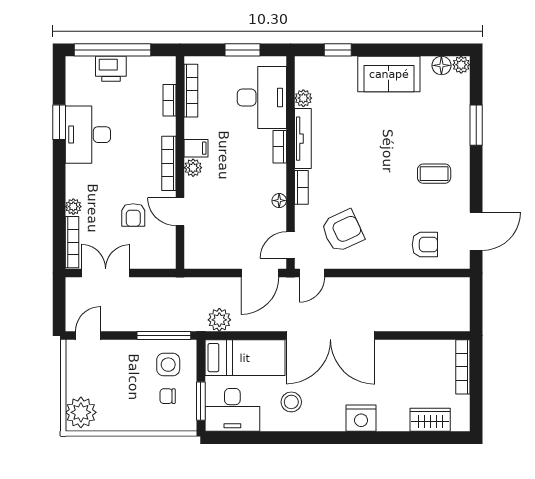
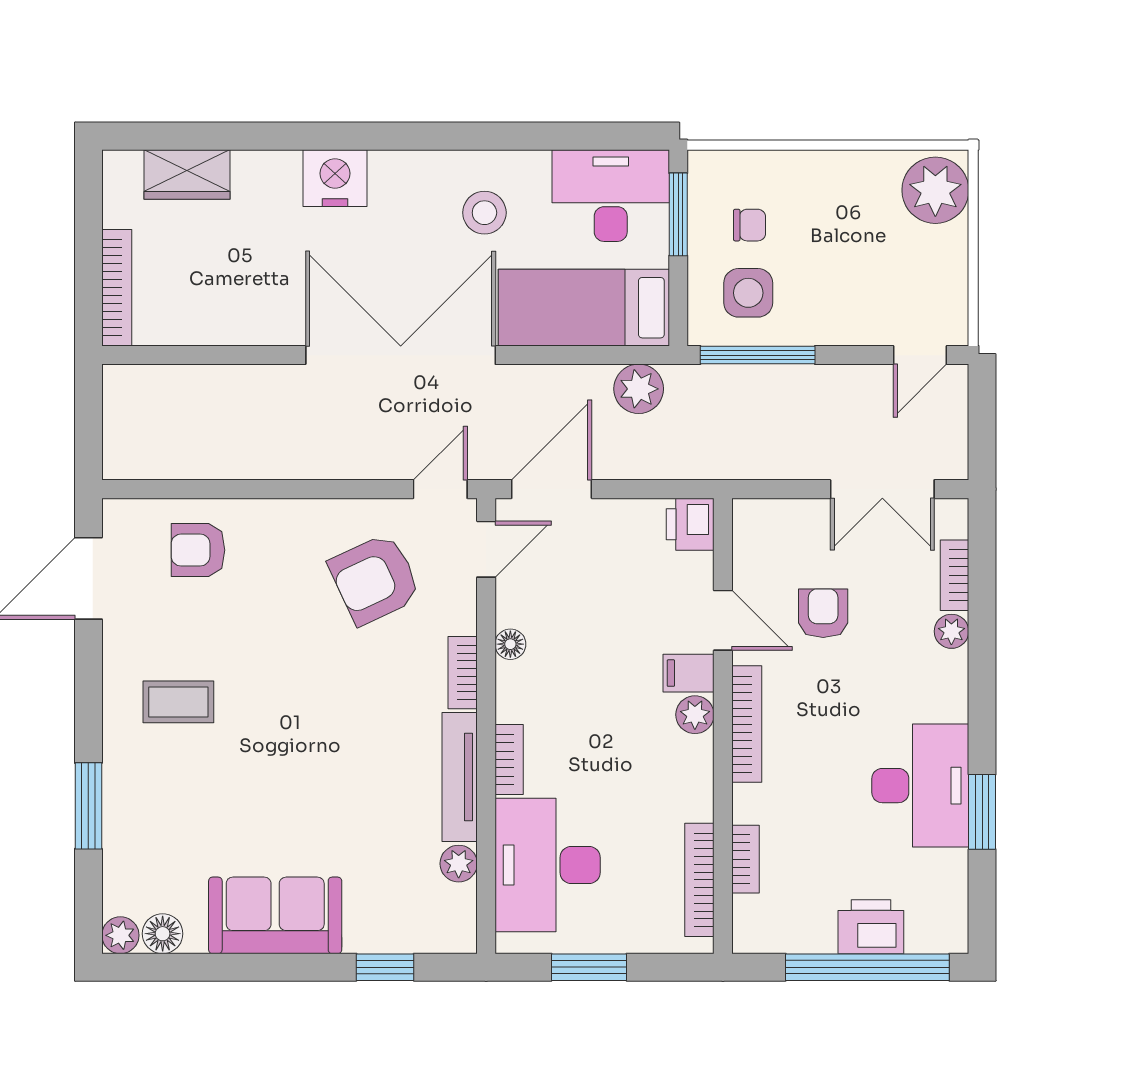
filing cabinet: (196, 148) -> (689, 673), moved
bookcase: (72, 242) -> (955, 575), width x0.64
printer: (195, 257) -> (690, 524), added

